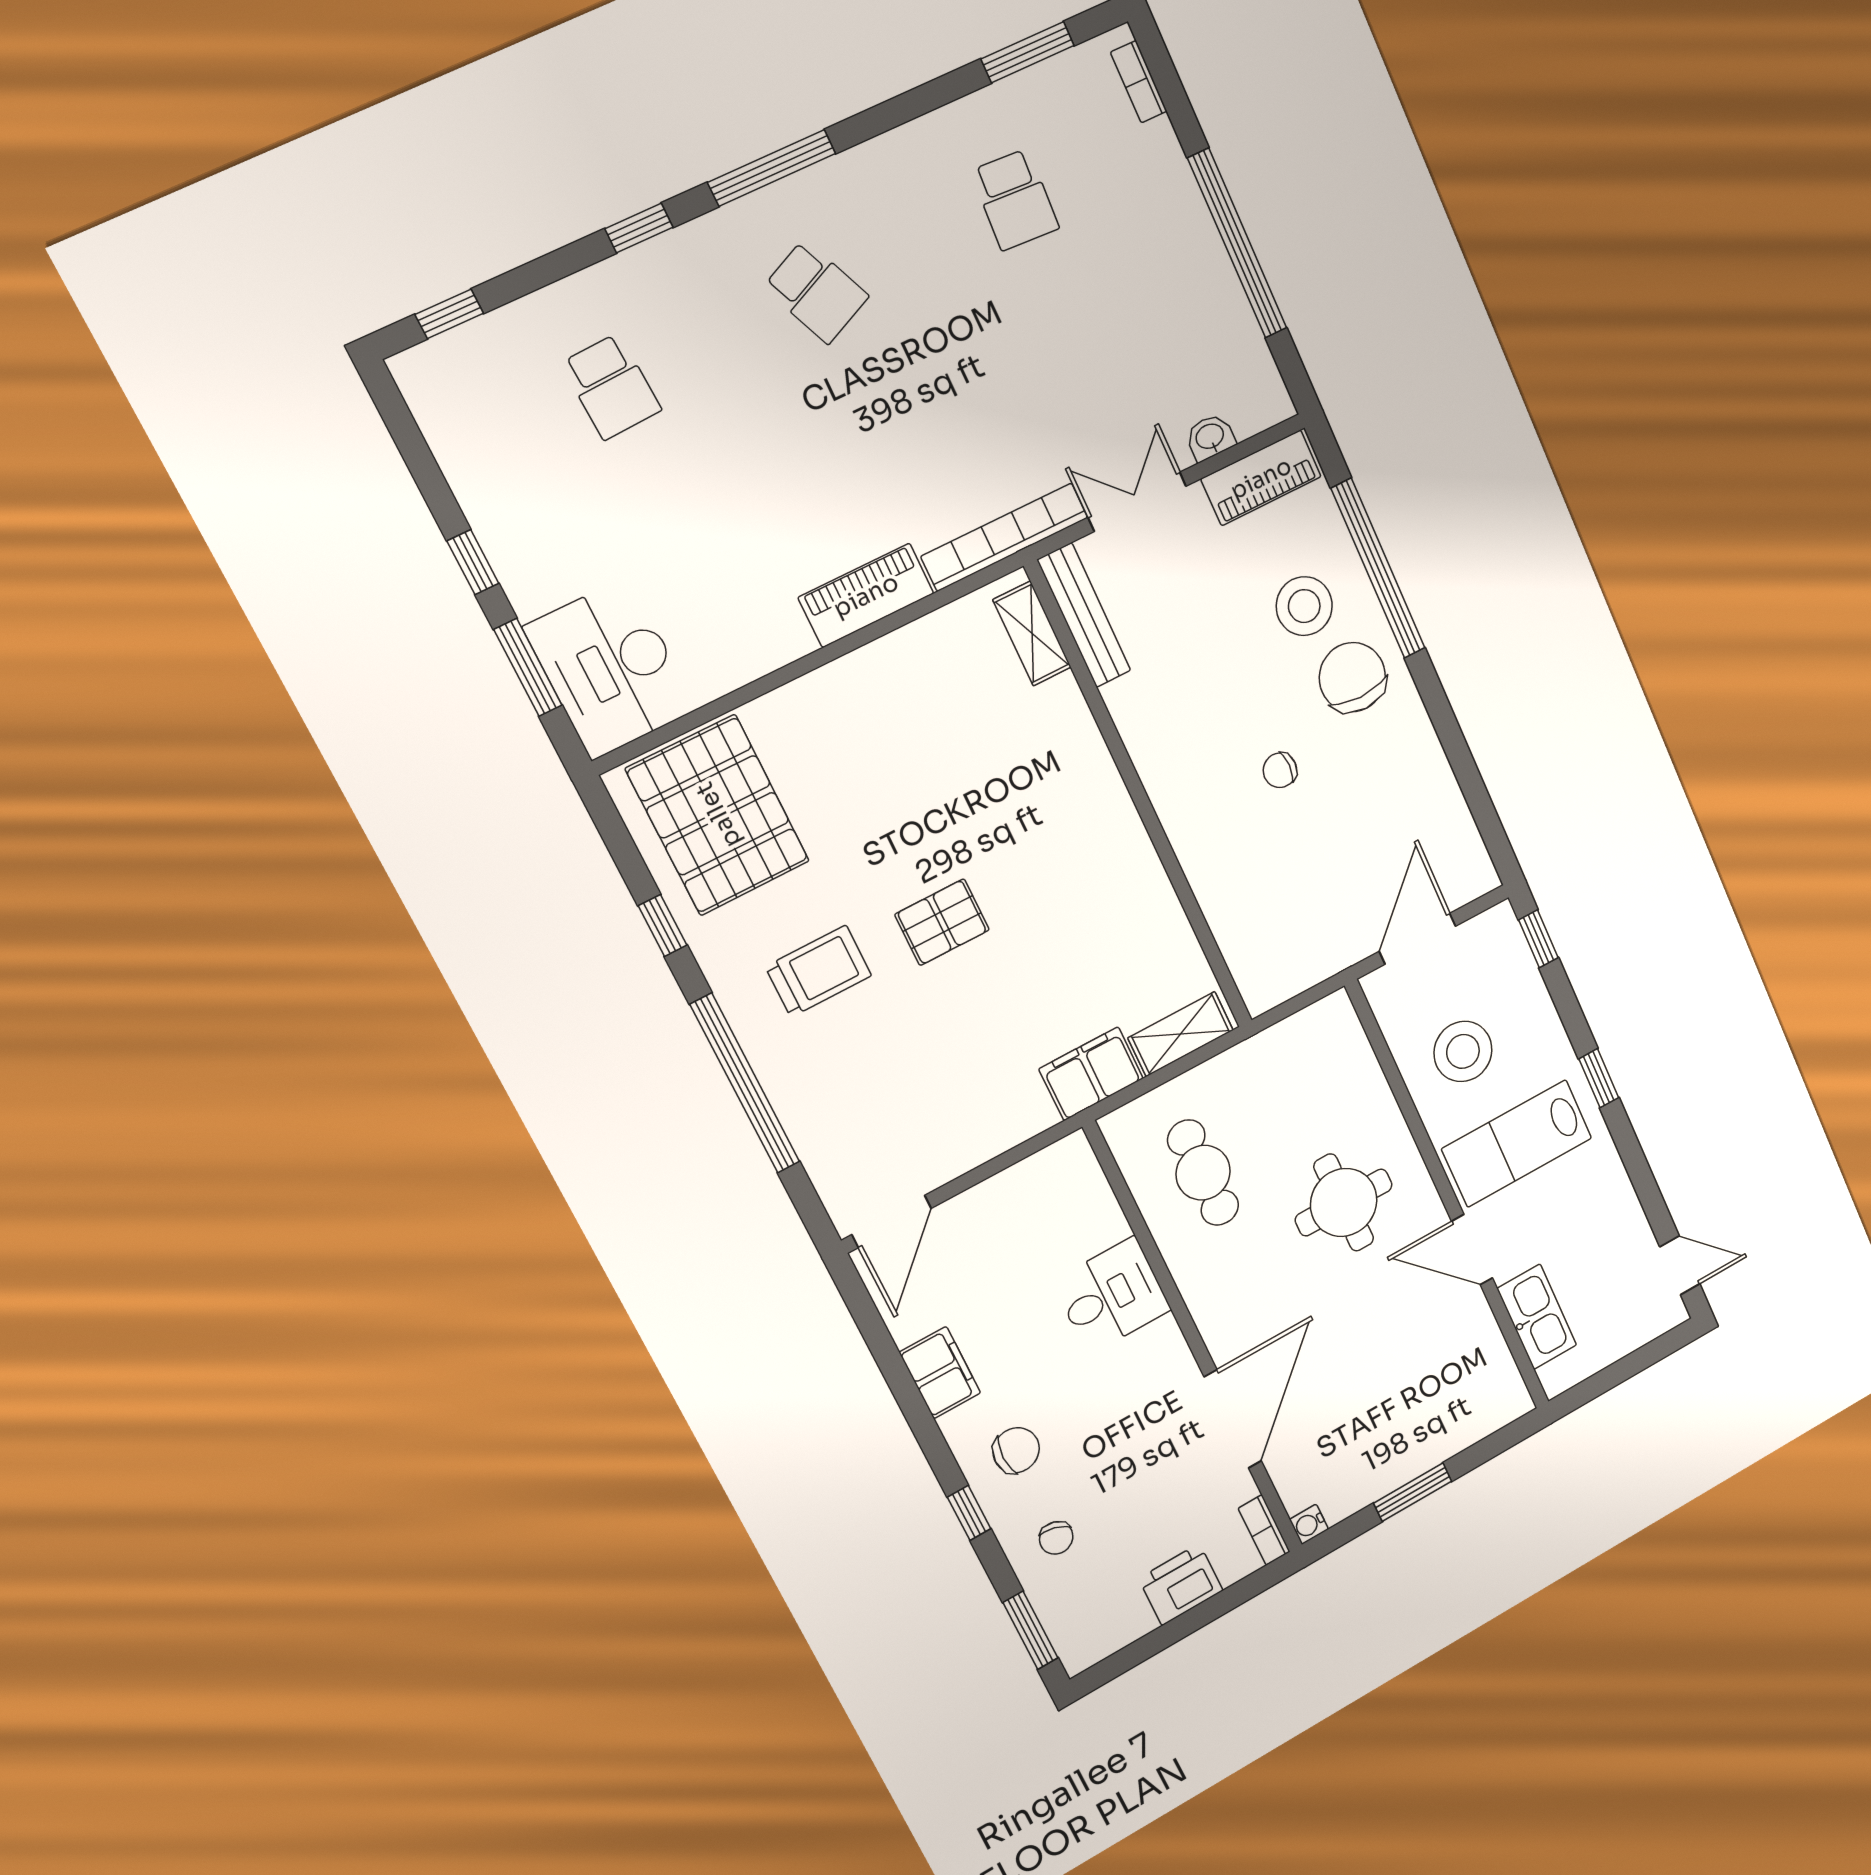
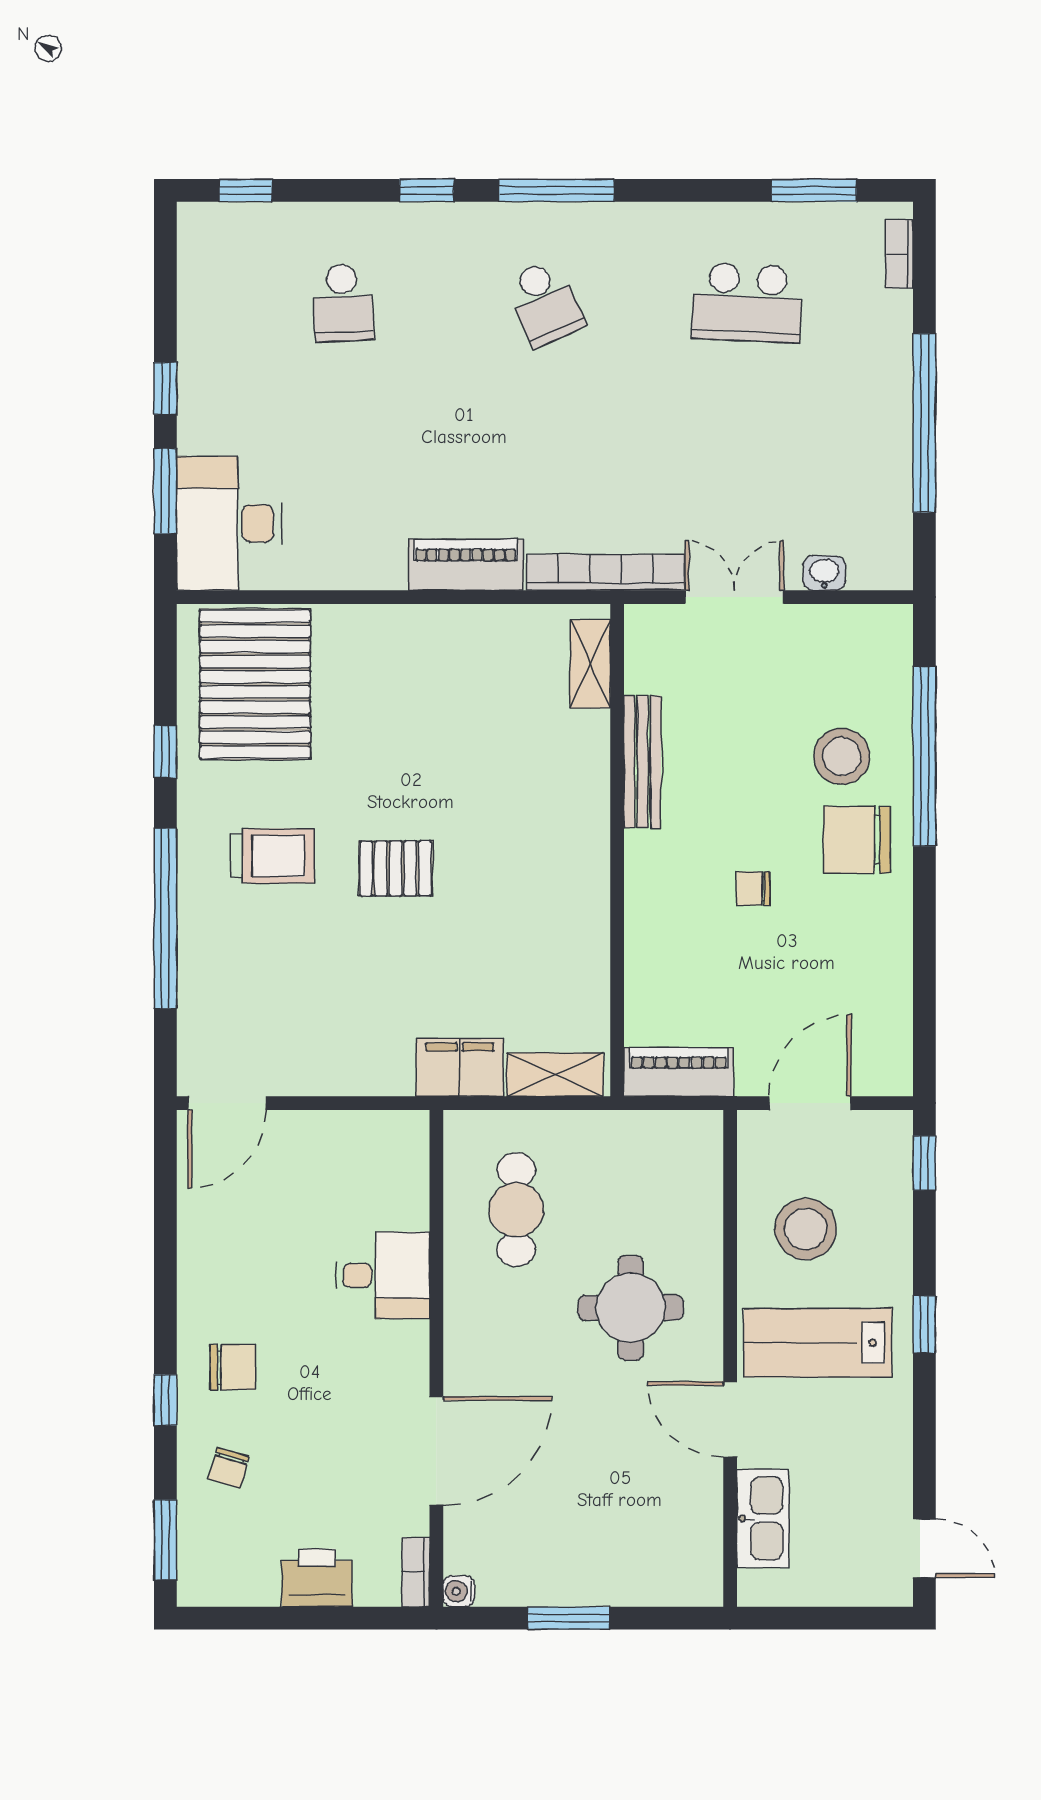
school desk: (1015, 200) -> (747, 303), width x1.85
piano: (1261, 478) -> (679, 1072), moved, turned 180
bench: (1084, 615) -> (642, 762), moved
chair: (1352, 677) -> (857, 840), turned -90
filing cabinet: (940, 1373) -> (202, 1259), removed

